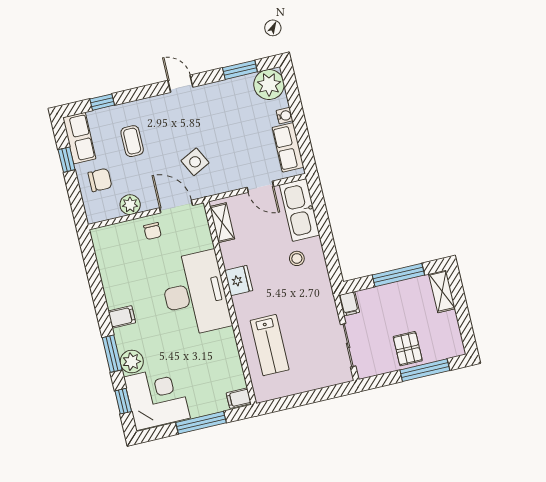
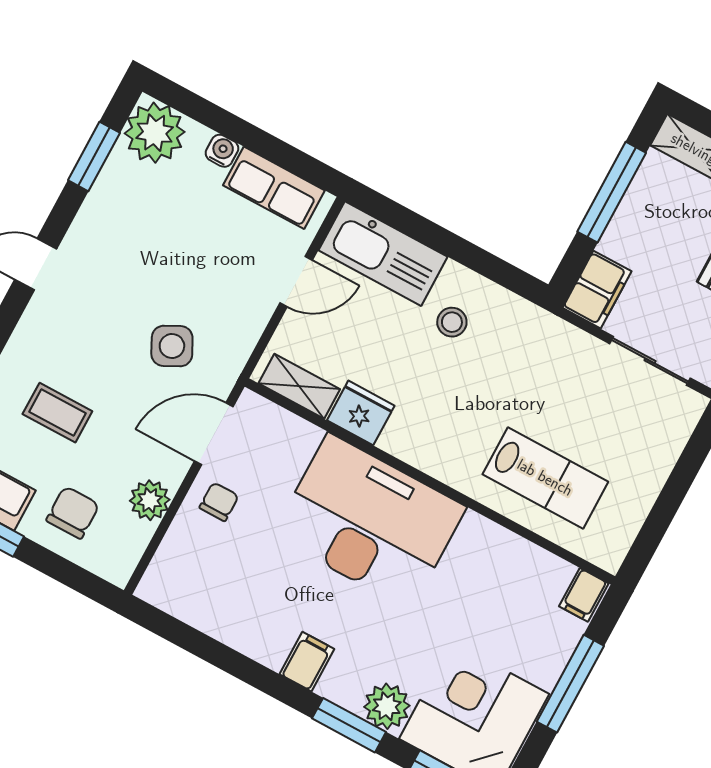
chair: (152, 231) -> (219, 502), turned -90
fridge: (239, 280) -> (361, 413), moved
filing cabinet: (349, 304) -> (597, 290), width x2.00

